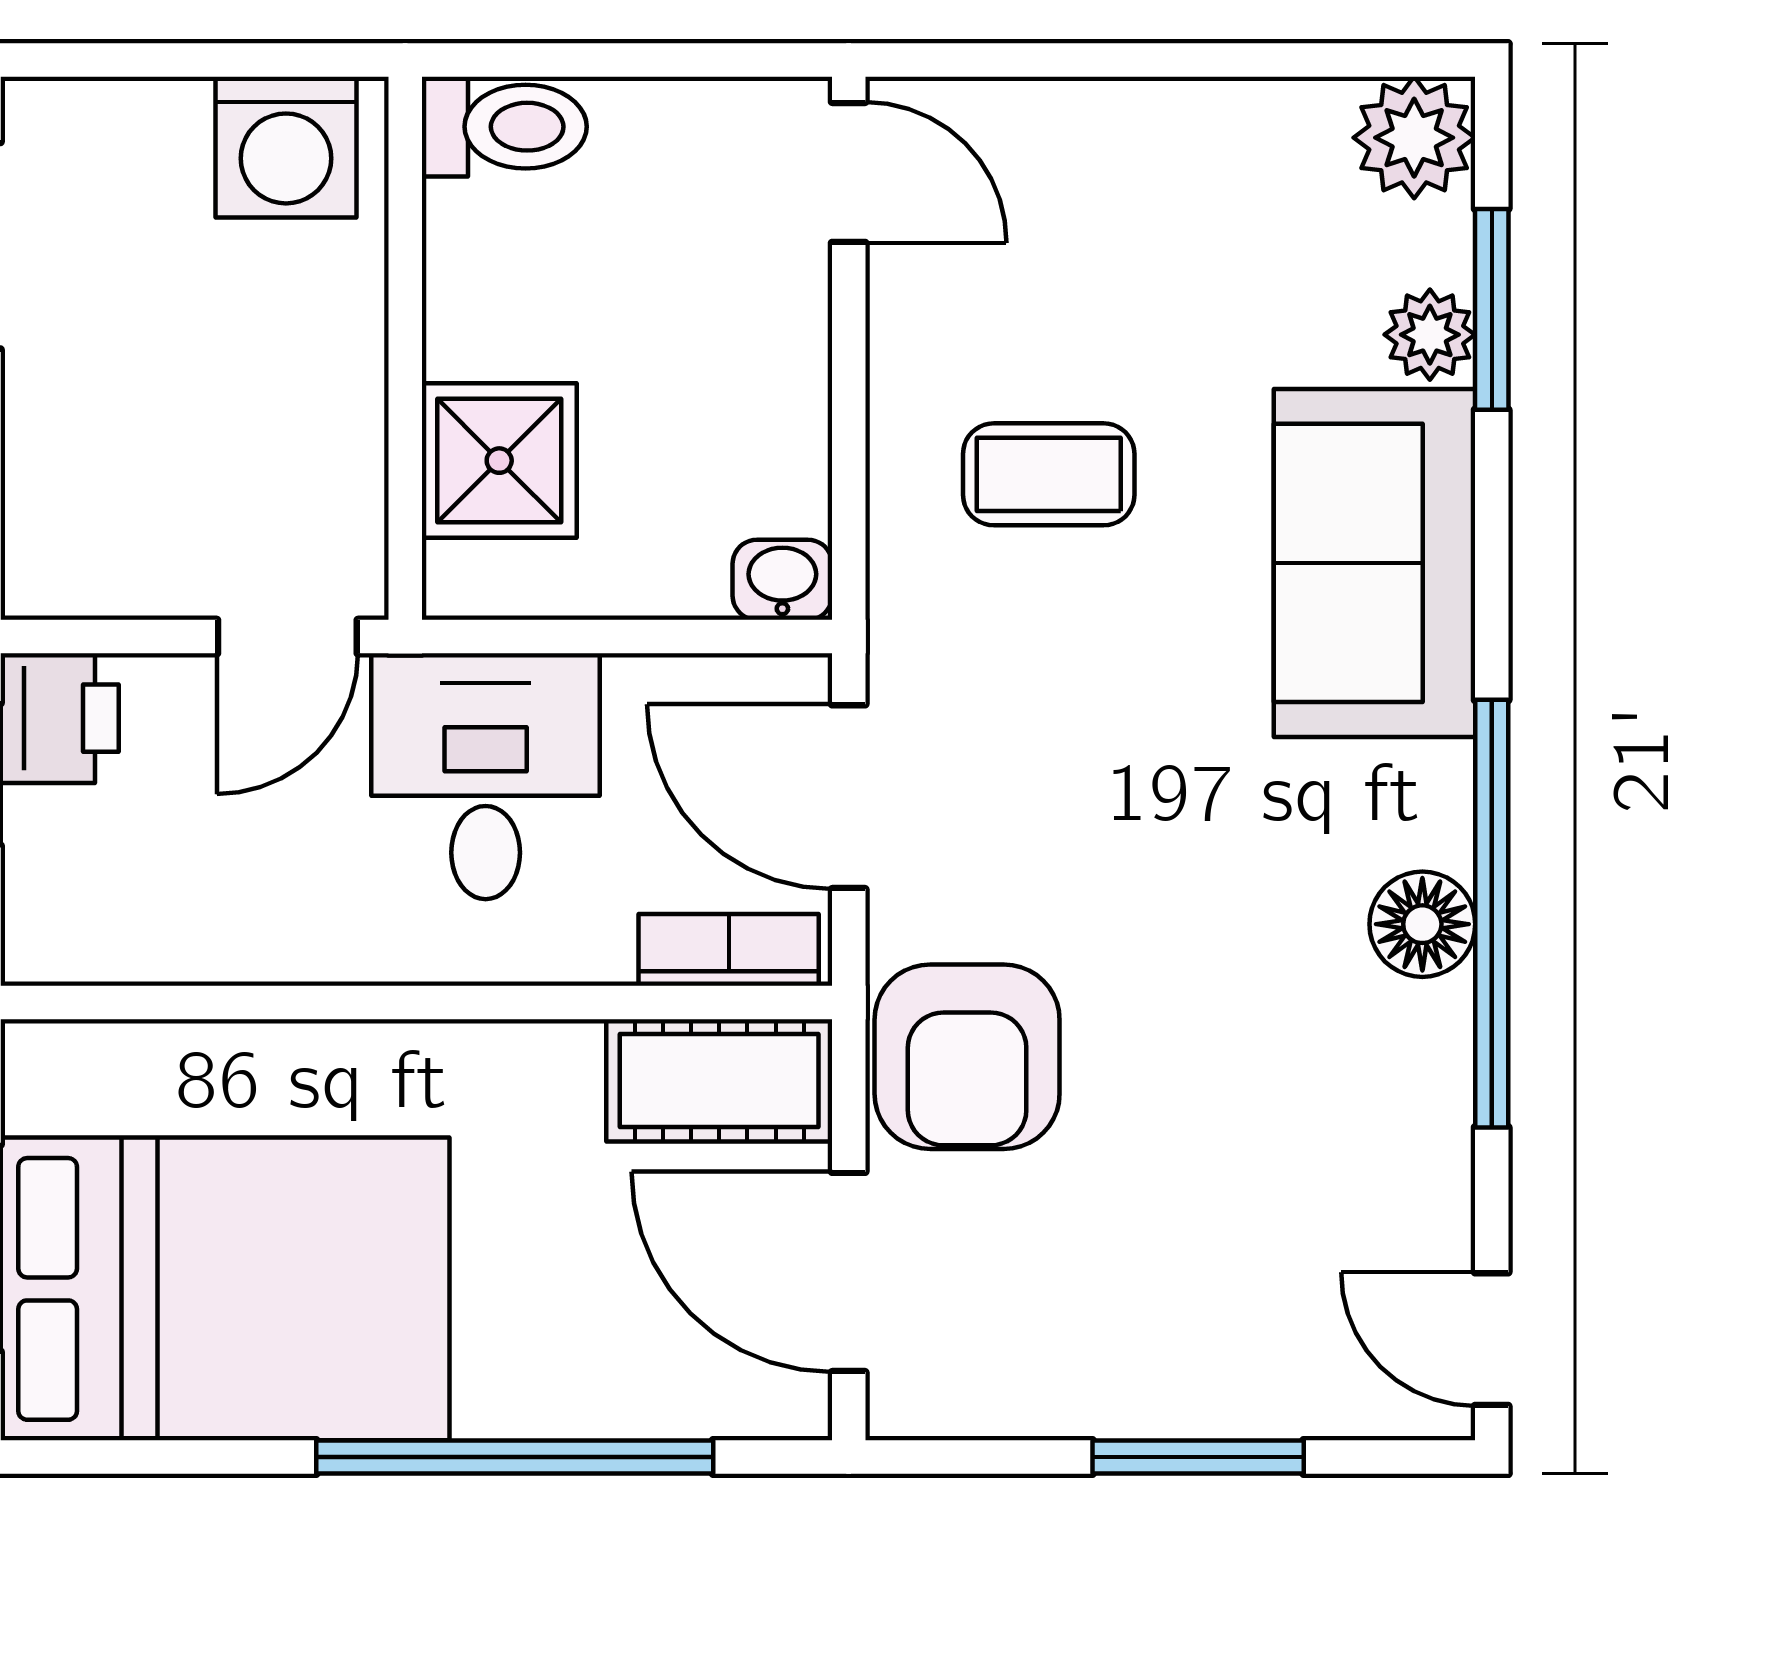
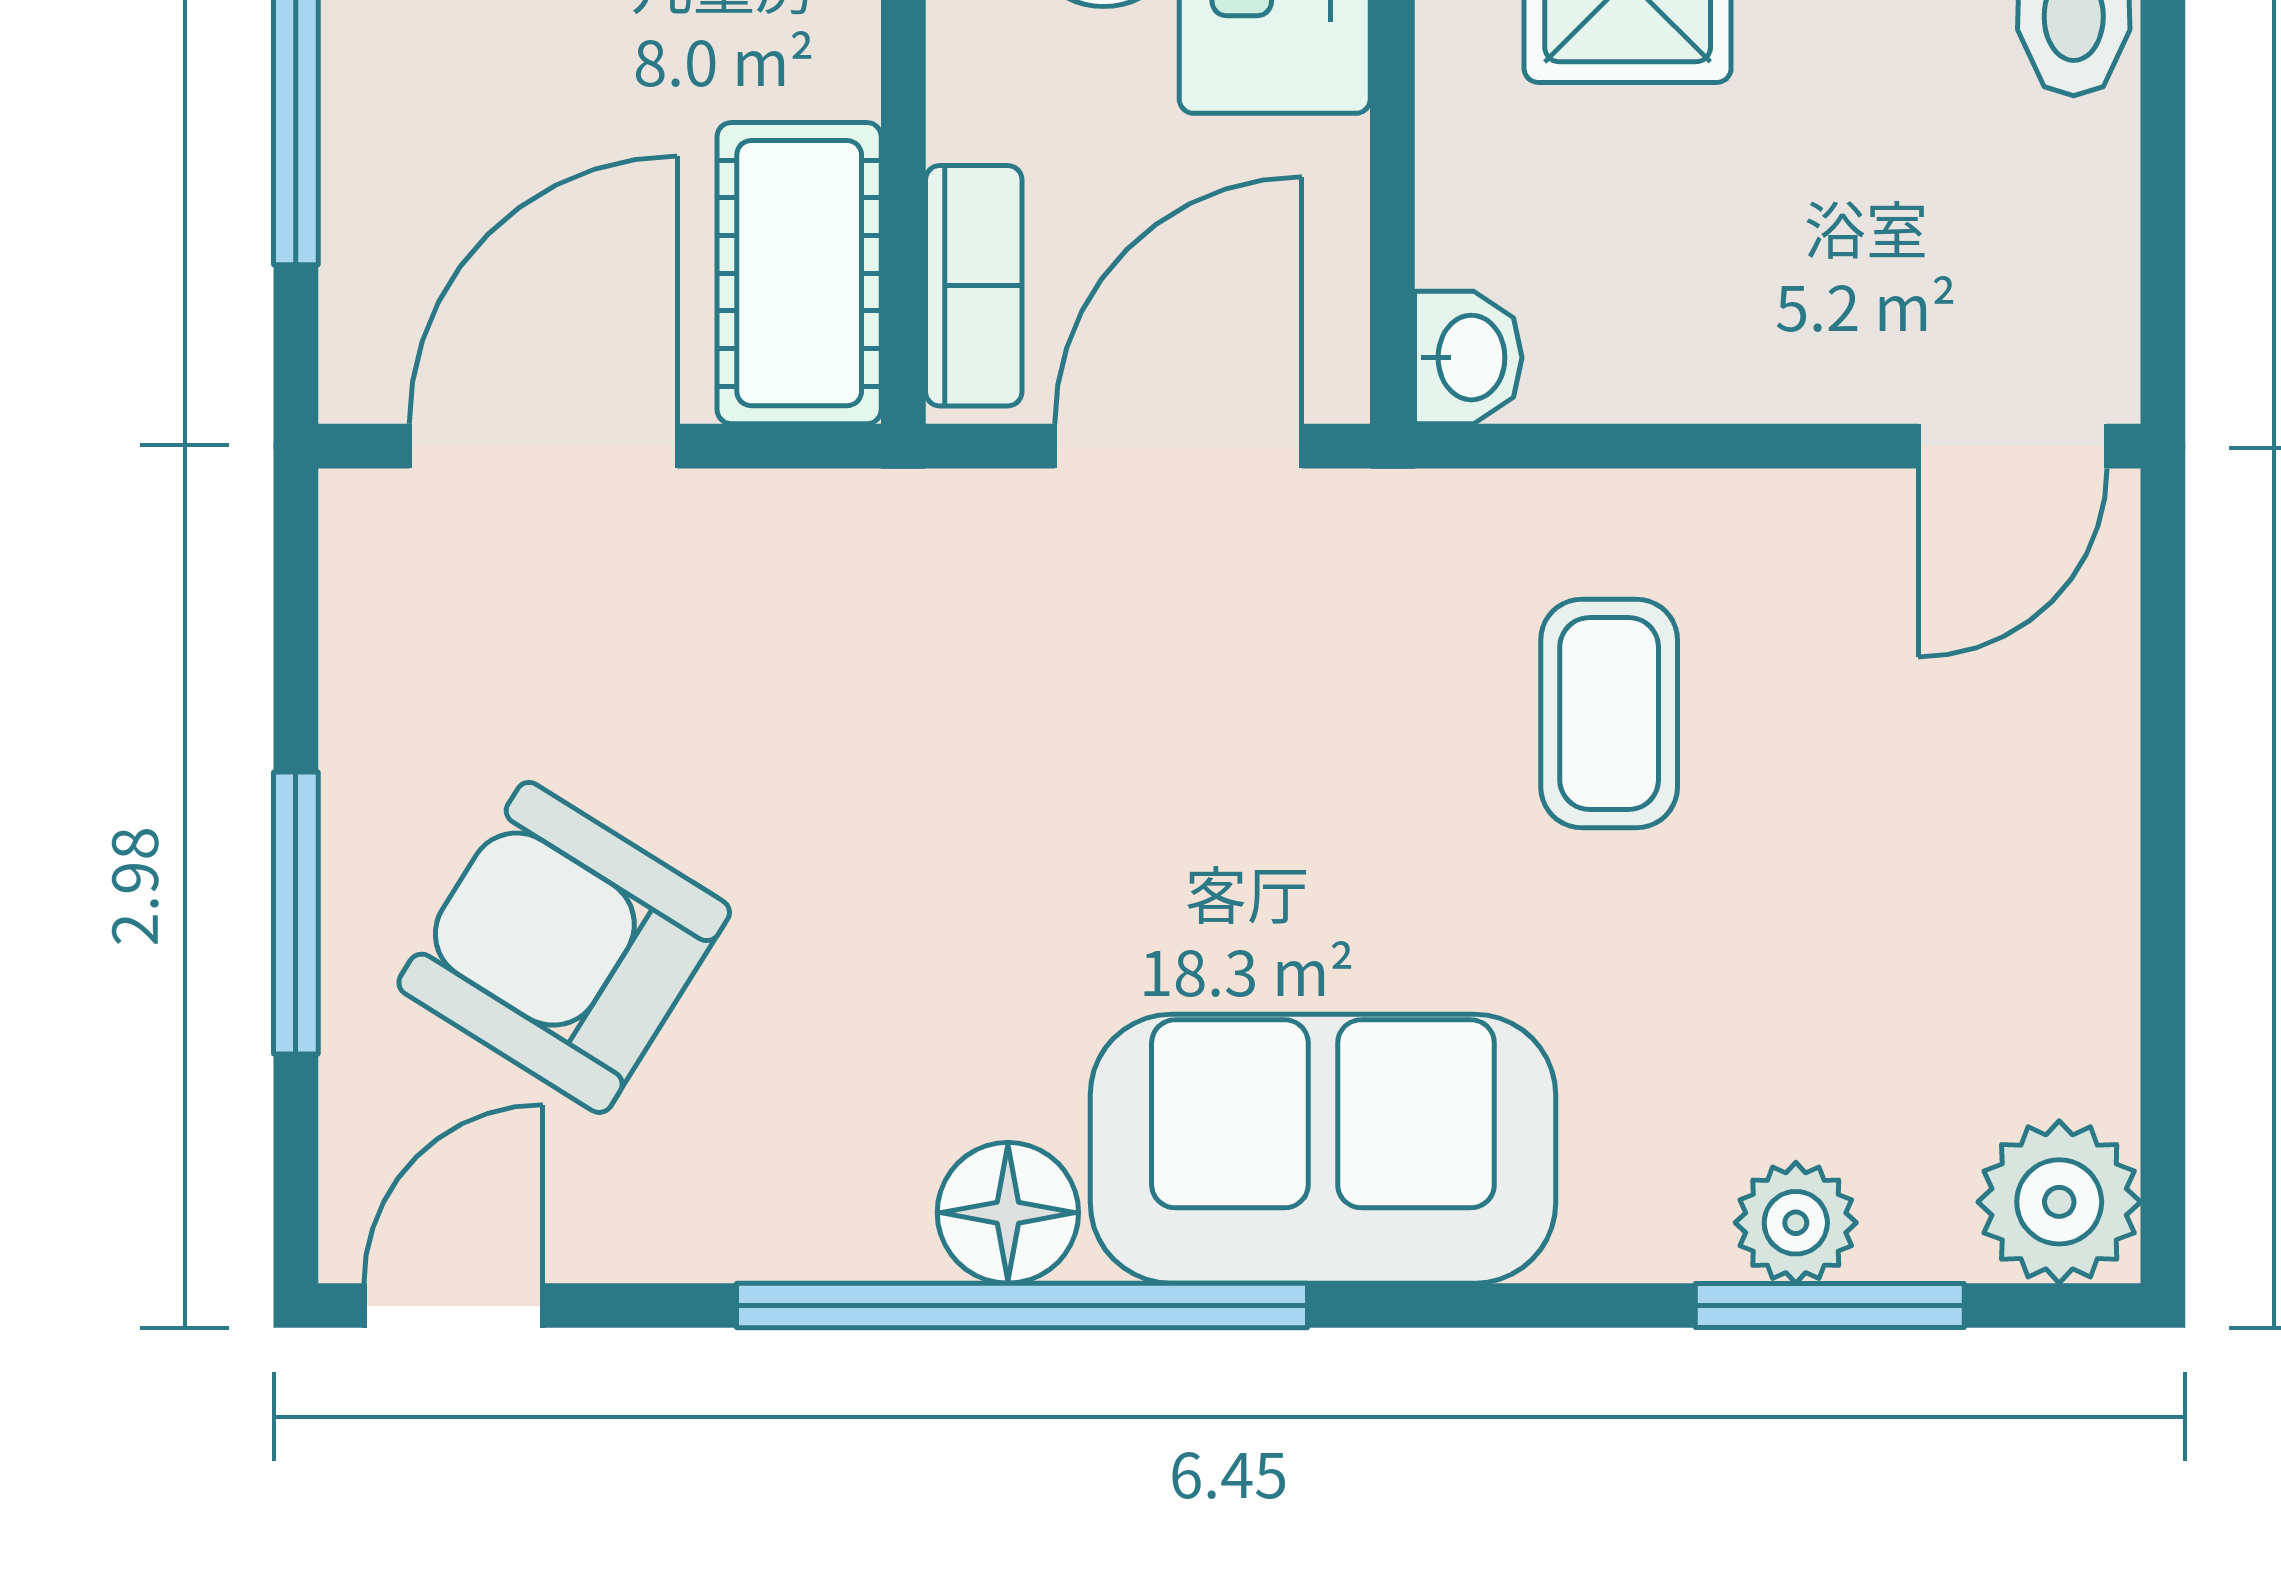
sofa: (1374, 563) -> (1323, 1149), moved
armchair: (967, 1057) -> (564, 947), moved, turned 32

